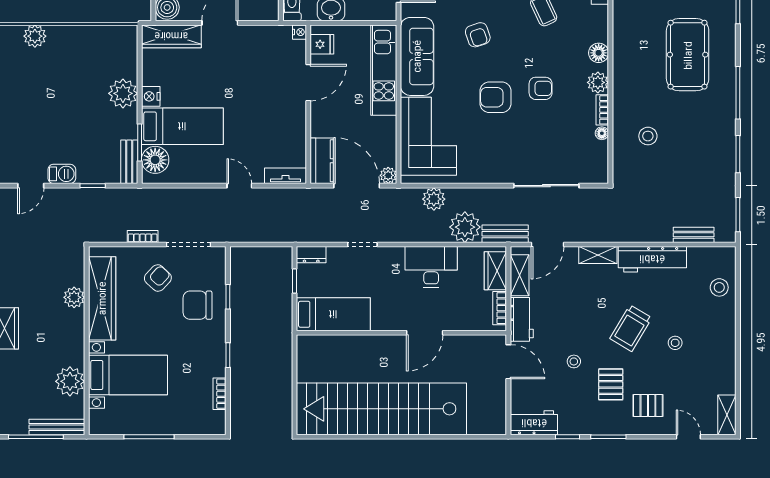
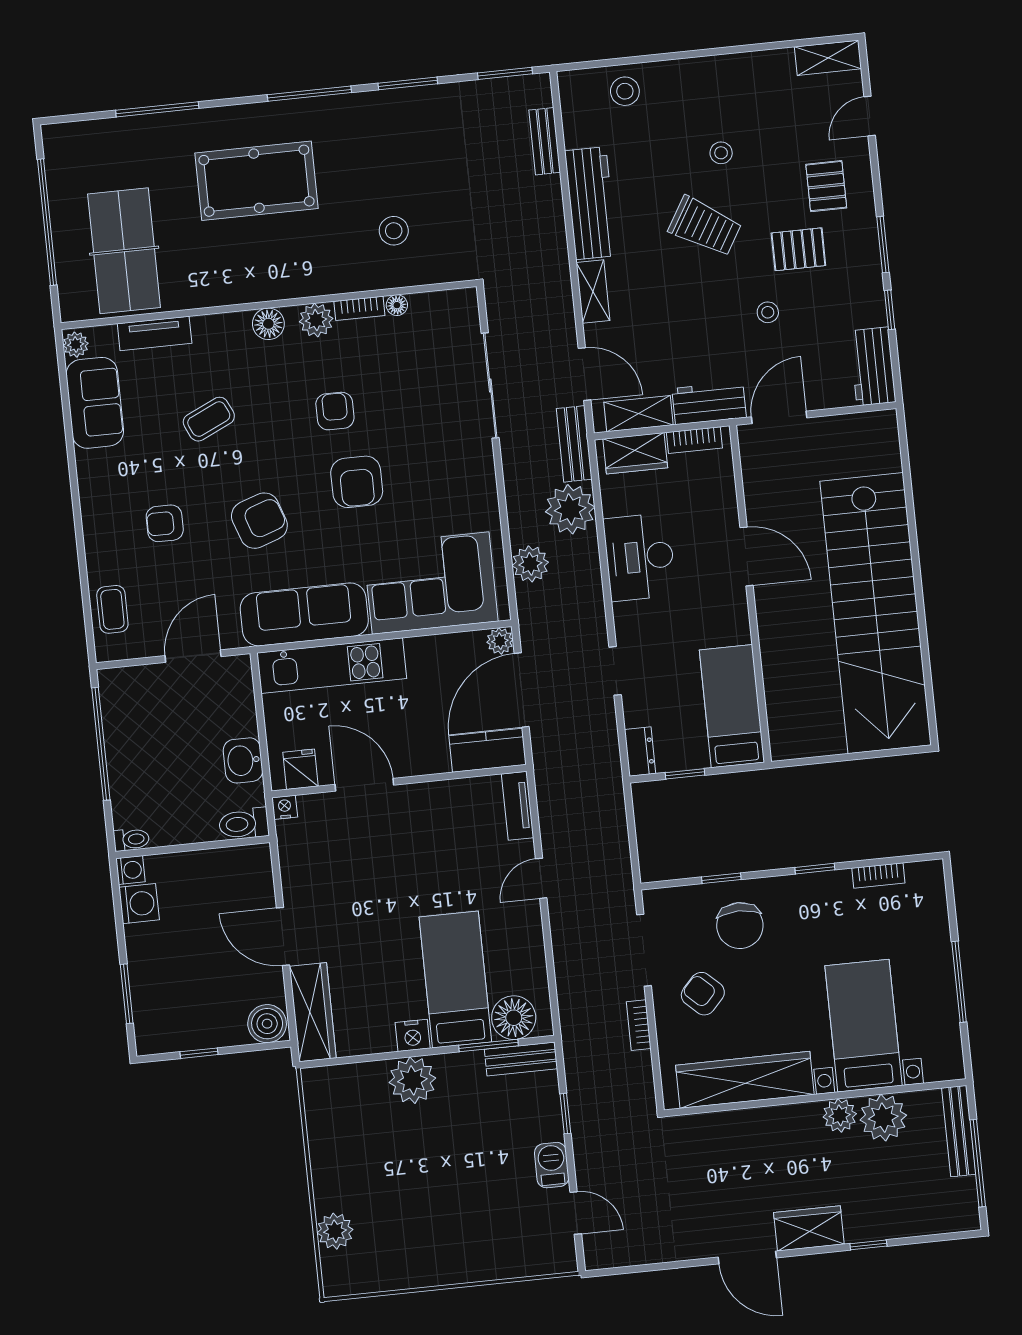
armchair: (478, 35) -> (259, 521), width x1.38, depth x1.38
plant: (74, 297) -> (840, 1115), moved

